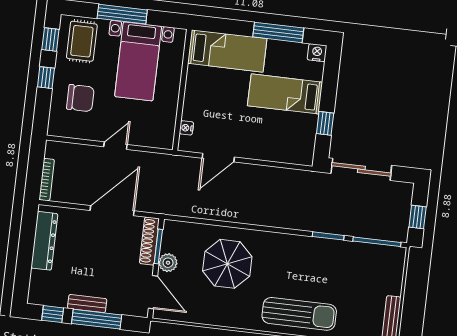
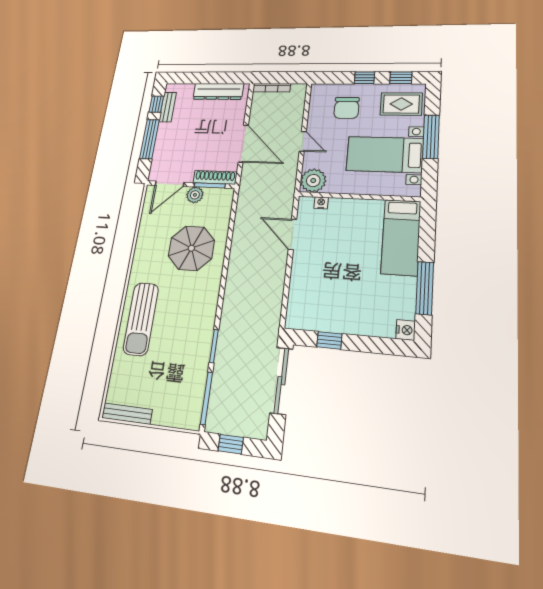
bed: (285, 94) -> (359, 297), removed
plant: (161, 135) -> (313, 181), added
bench: (87, 304) -> (168, 107), moved

